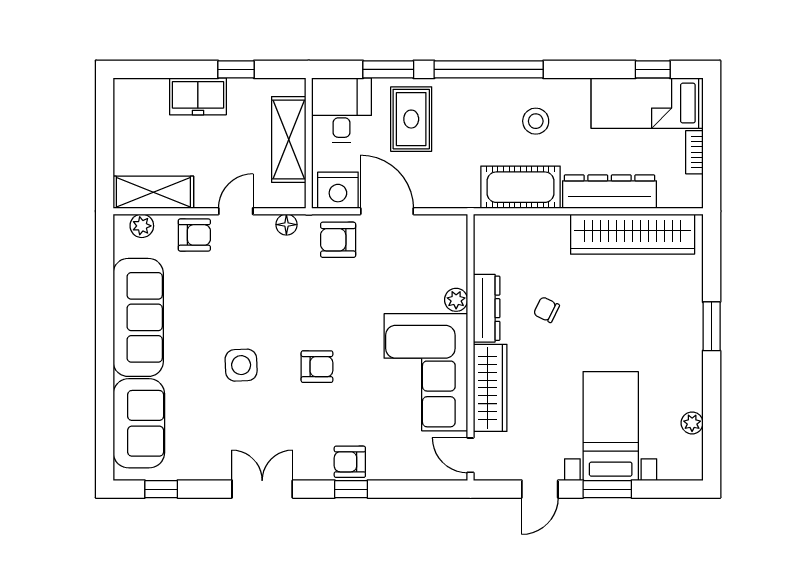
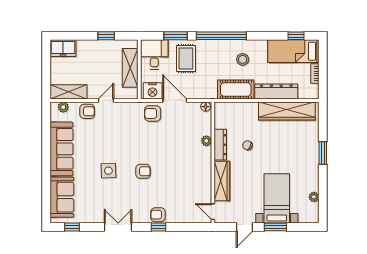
freezer: (198, 96) -> (63, 48), moved
floor lamp: (286, 225) -> (206, 107), moved
corner sofa: (426, 372) -> (193, 174), removed

